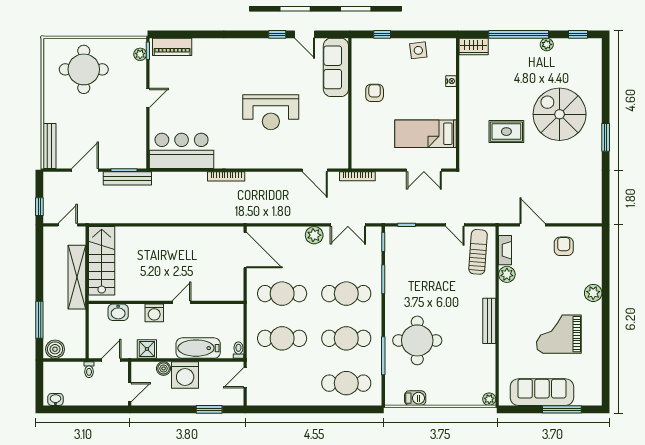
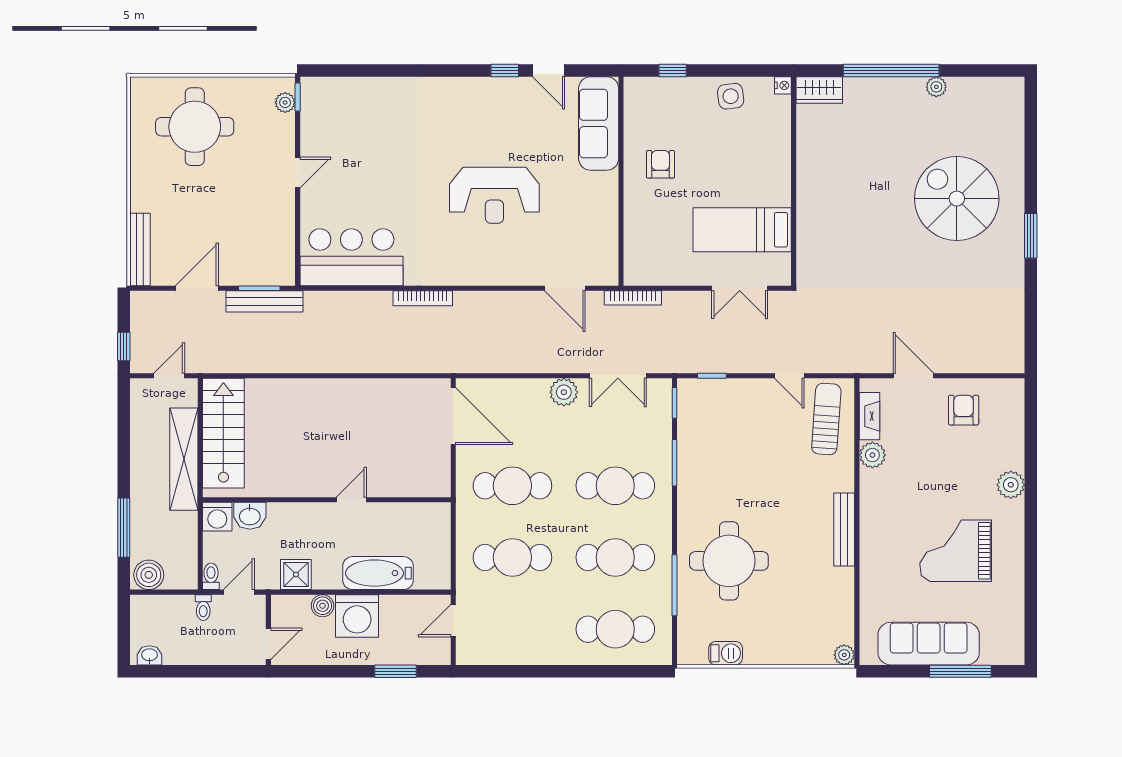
window: (578, 34) -> (986, 71), removed
piano: (172, 47) -> (336, 91), removed
nightstand: (451, 81) -> (783, 85), moved
rug: (506, 132) -> (872, 226), removed
washing machine: (154, 313) -> (217, 517), moved
toilet: (238, 350) -> (211, 576), moved

